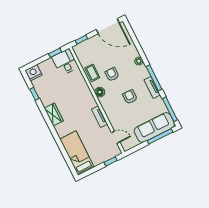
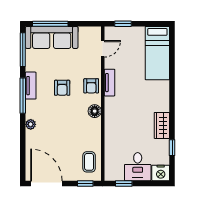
desk: (65, 62) -> (138, 167), moved
coffee table: (92, 73) -> (89, 162), moved
armchair: (112, 74) -> (91, 86), moved
wardrobe: (54, 114) -> (162, 125), moved
door: (116, 137) -> (103, 49), swing flipped

